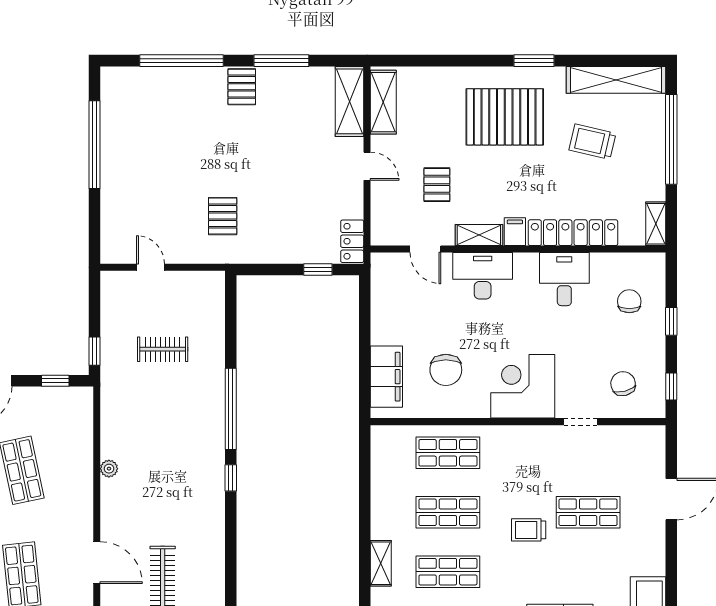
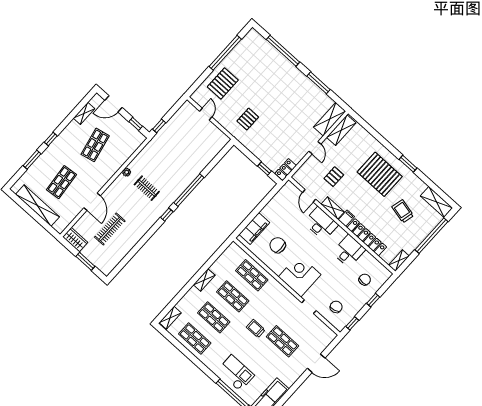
shelving: (616, 80) -> (437, 202), width x0.68
pallet: (242, 87) -> (223, 83), moved, width x1.50, depth x1.42
clothes rail: (163, 349) -> (147, 188), moved
chair: (446, 370) -> (278, 245), turned 90
shelving: (381, 563) -> (204, 280), moved

